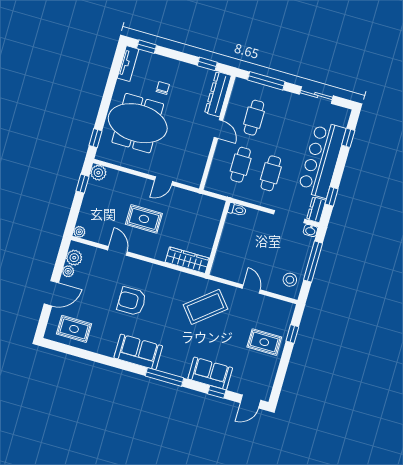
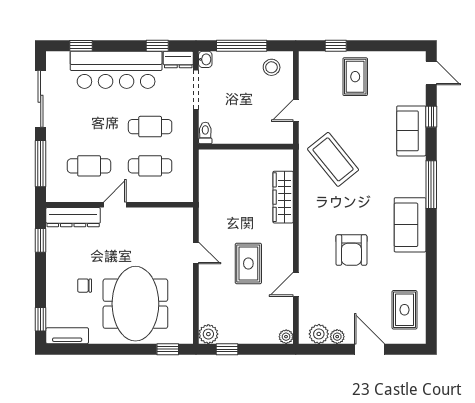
sliding door: (316, 95) -> (41, 99), width x1.37
toilet: (237, 210) -> (205, 133), moved
wall: (218, 238) -> (246, 147), moved

